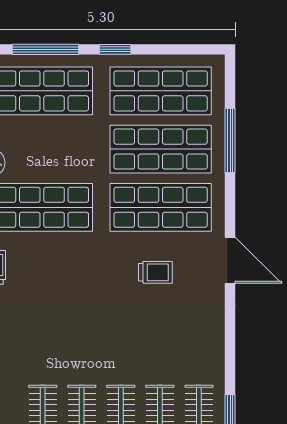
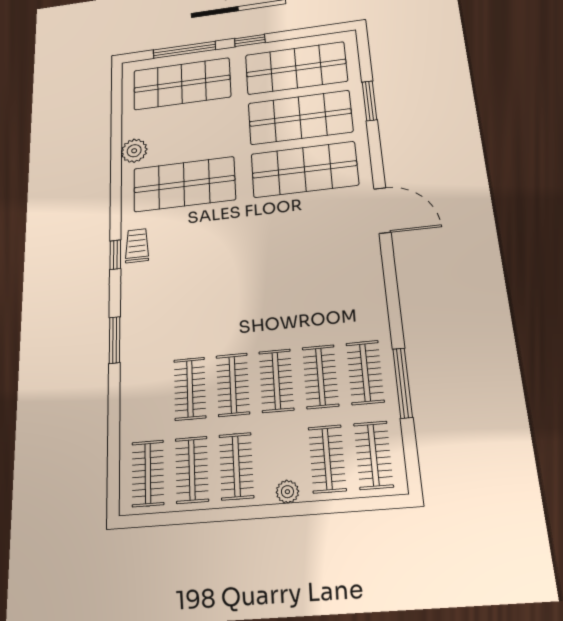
window: (230, 140) -> (370, 101), width x0.69
trolley: (155, 272) -> (304, 231), removed

